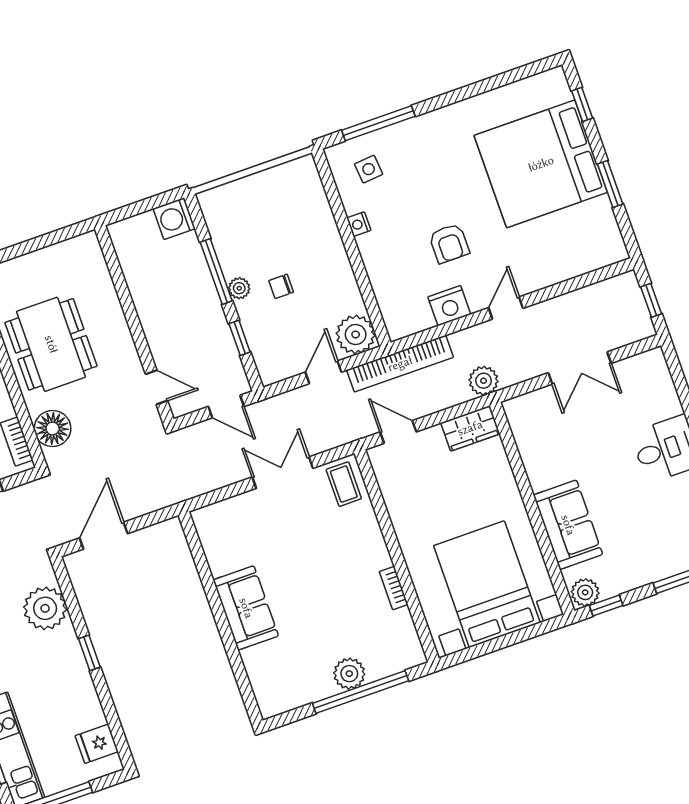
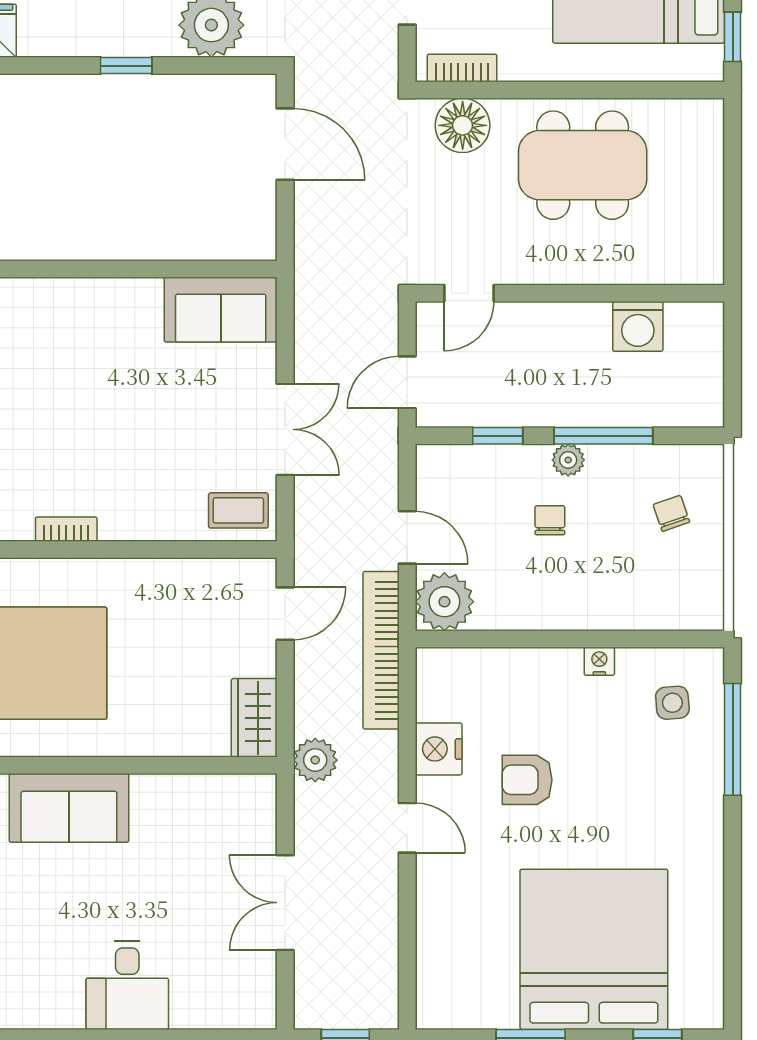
chair: (250, 212) -> (671, 513), added
washing machine: (174, 219) -> (638, 326), moved, turned 180
sofa: (246, 608) -> (221, 310), moved

